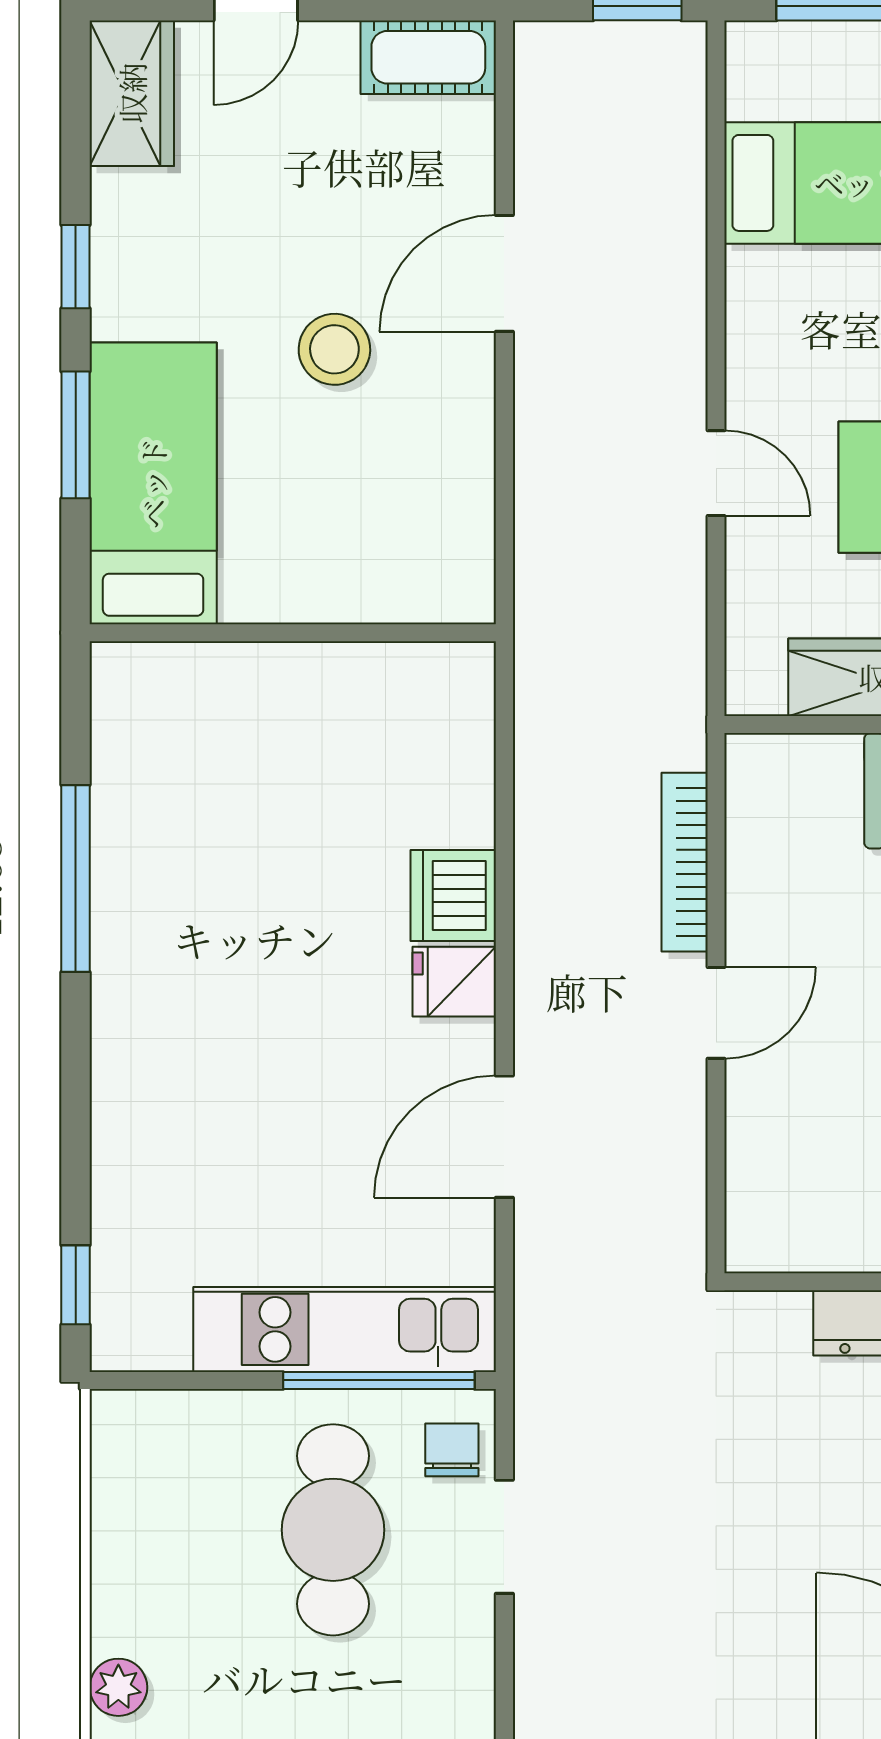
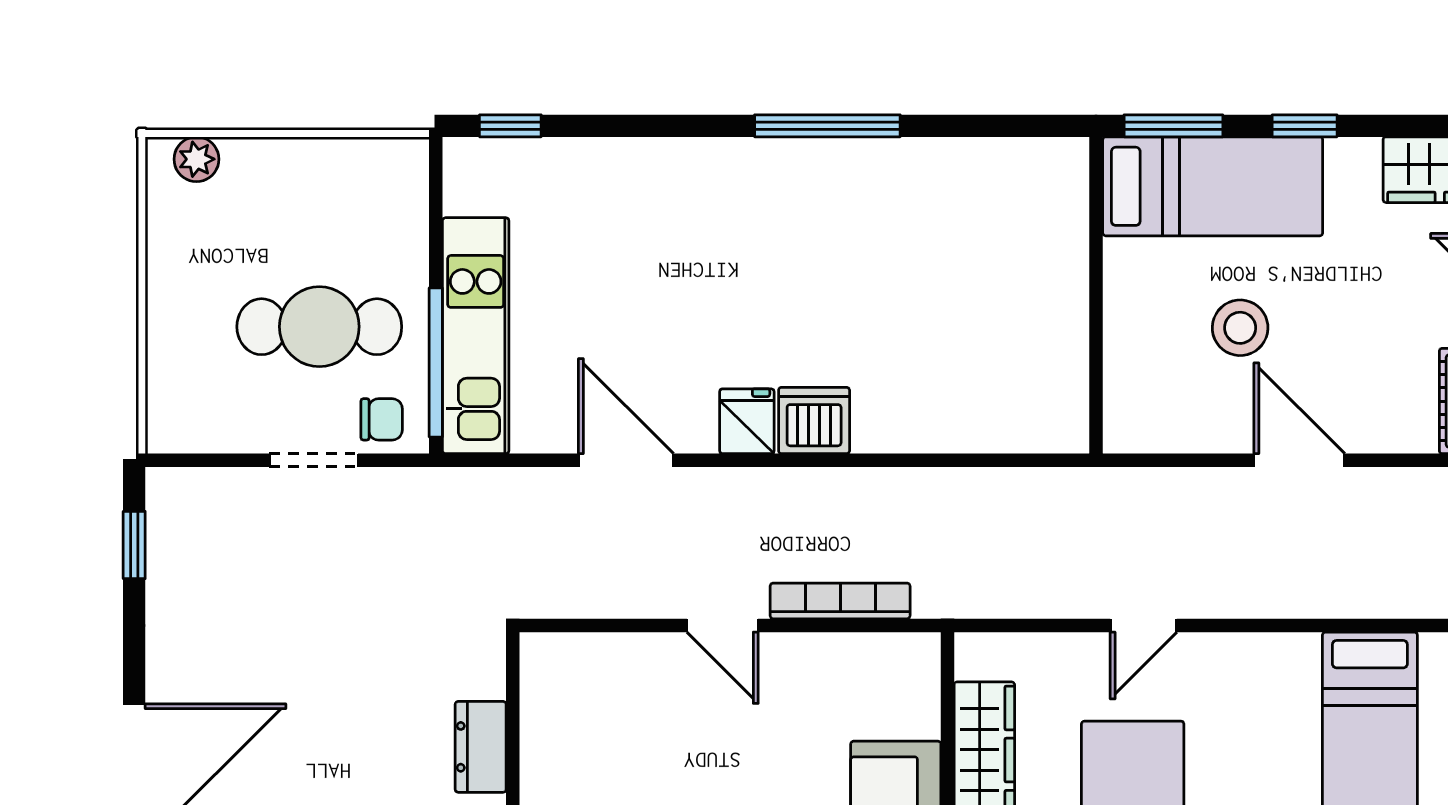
bed: (153, 483) -> (1213, 186), moved
wall: (293, 633) -> (1096, 295), moved

